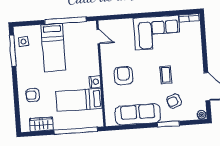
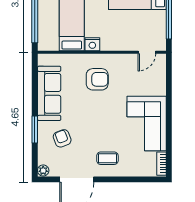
coffee table: (166, 75) -> (107, 158), moved

